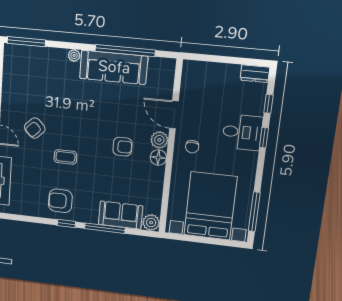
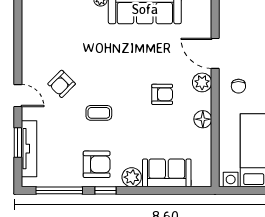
floor lamp: (158, 158) -> (203, 119), moved
armchair: (60, 201) -> (97, 164), turned 180
plant: (151, 223) -> (132, 177), moved
window: (105, 228) -> (59, 190), moved

